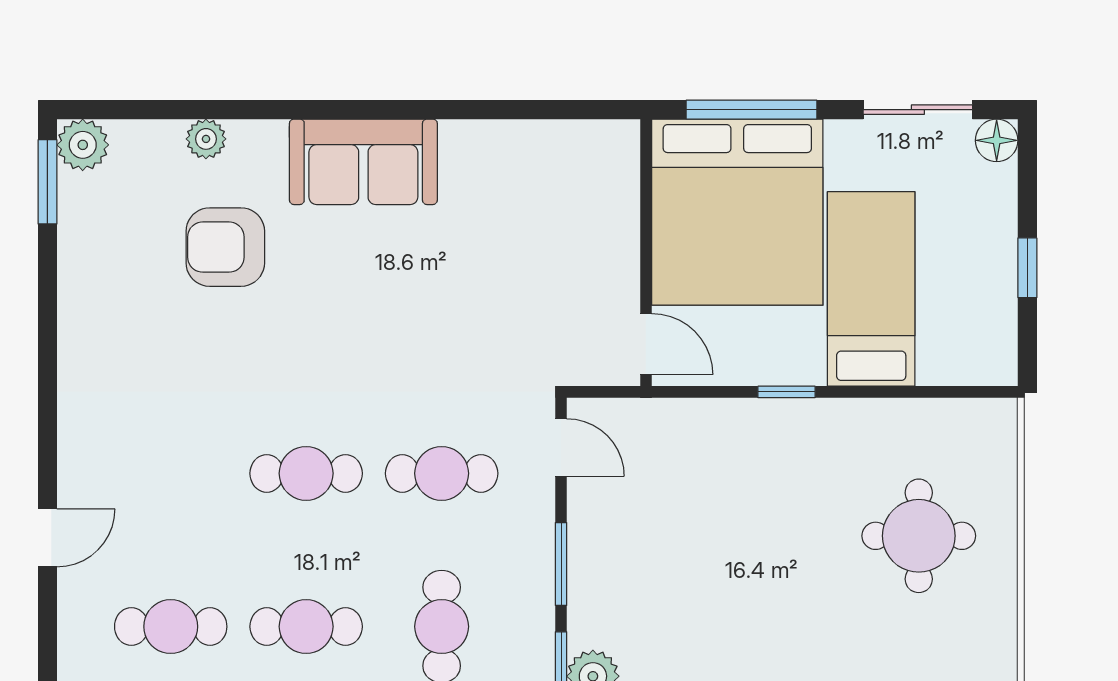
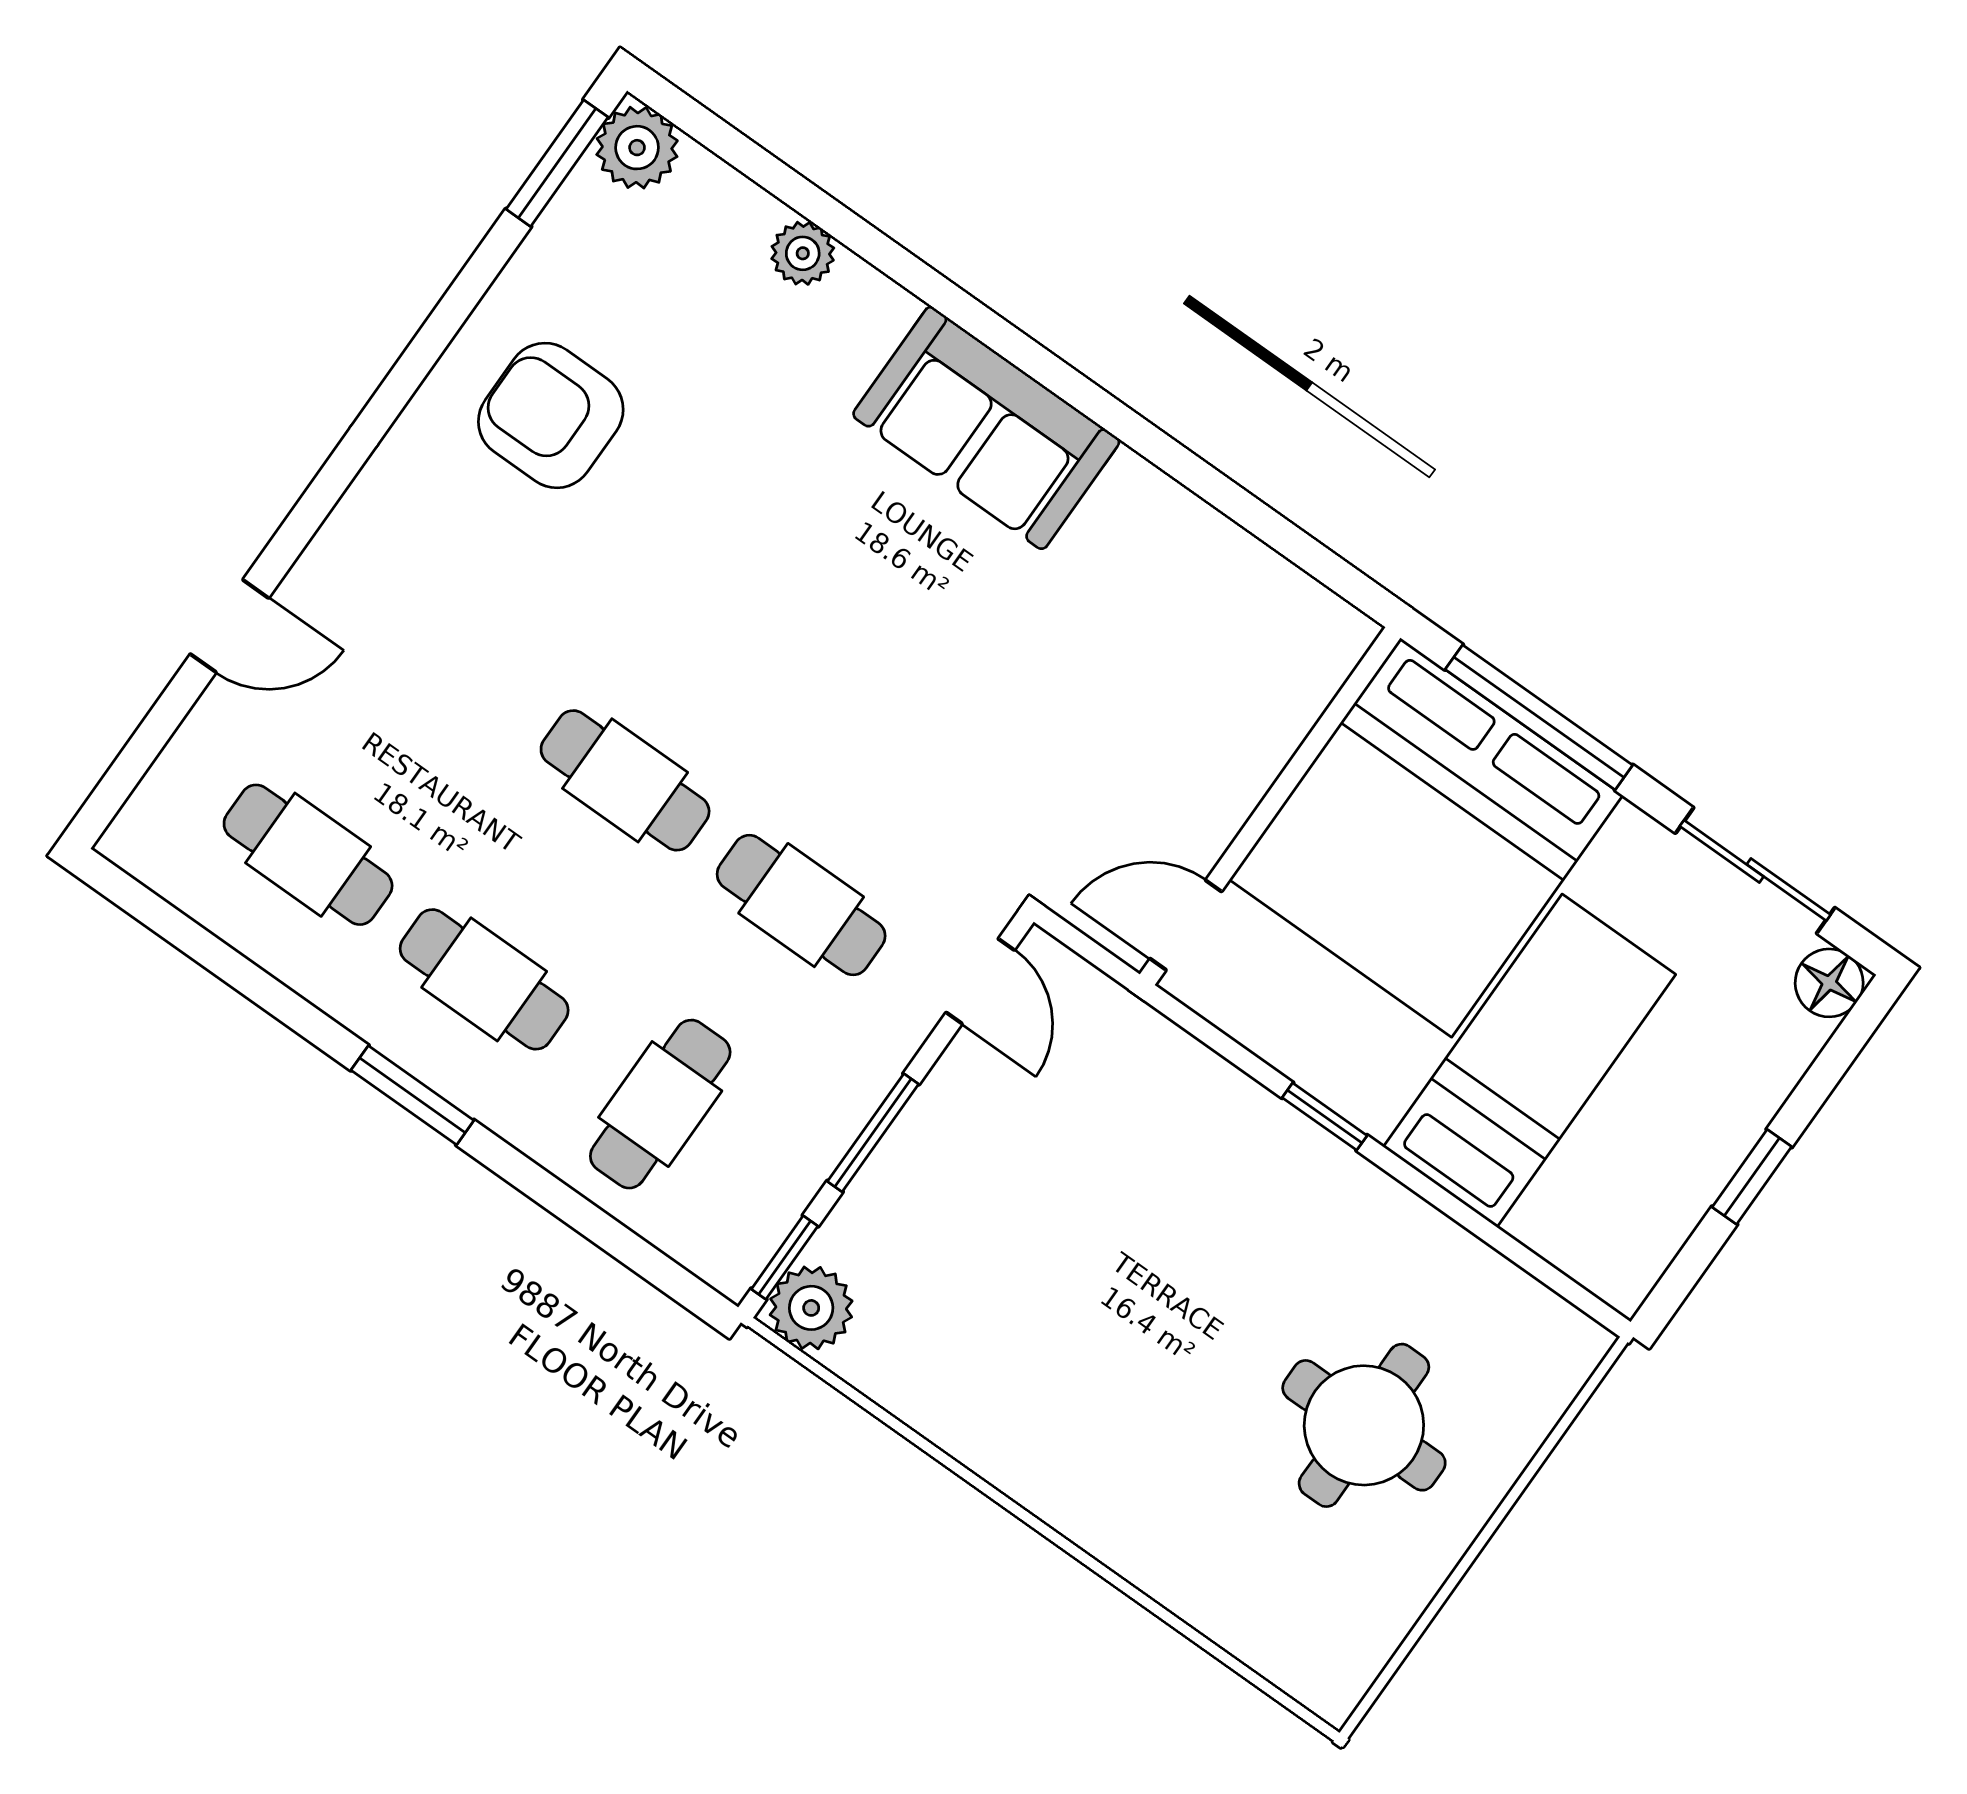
armchair: (225, 247) -> (551, 415), moved
door: (646, 344) -> (1186, 925), swing flipped

